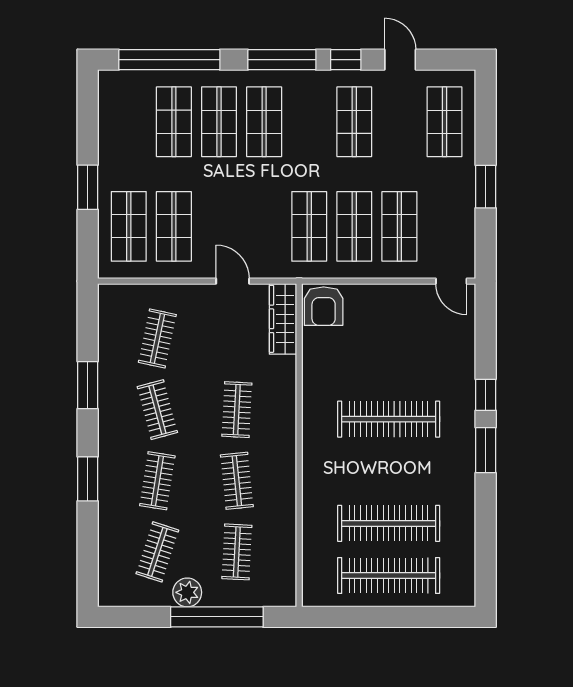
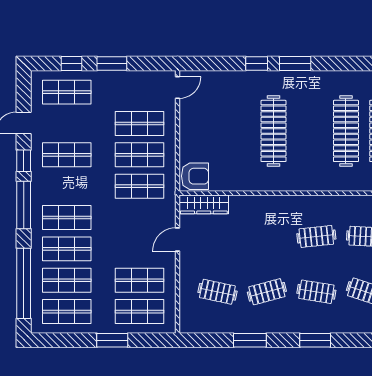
shop shelf: (129, 122) -> (67, 312), added
window: (486, 128) -> (71, 64), added
clothes rail: (237, 410) -> (267, 236), removed

